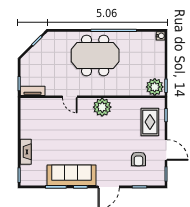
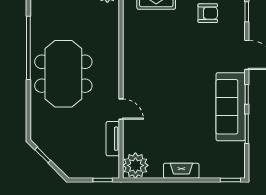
tv unit: (33, 91) -> (113, 139), moved
door: (70, 97) -> (121, 109), hinge flipped
plant: (102, 107) -> (135, 165), moved
fireplace: (26, 152) -> (181, 171), moved

